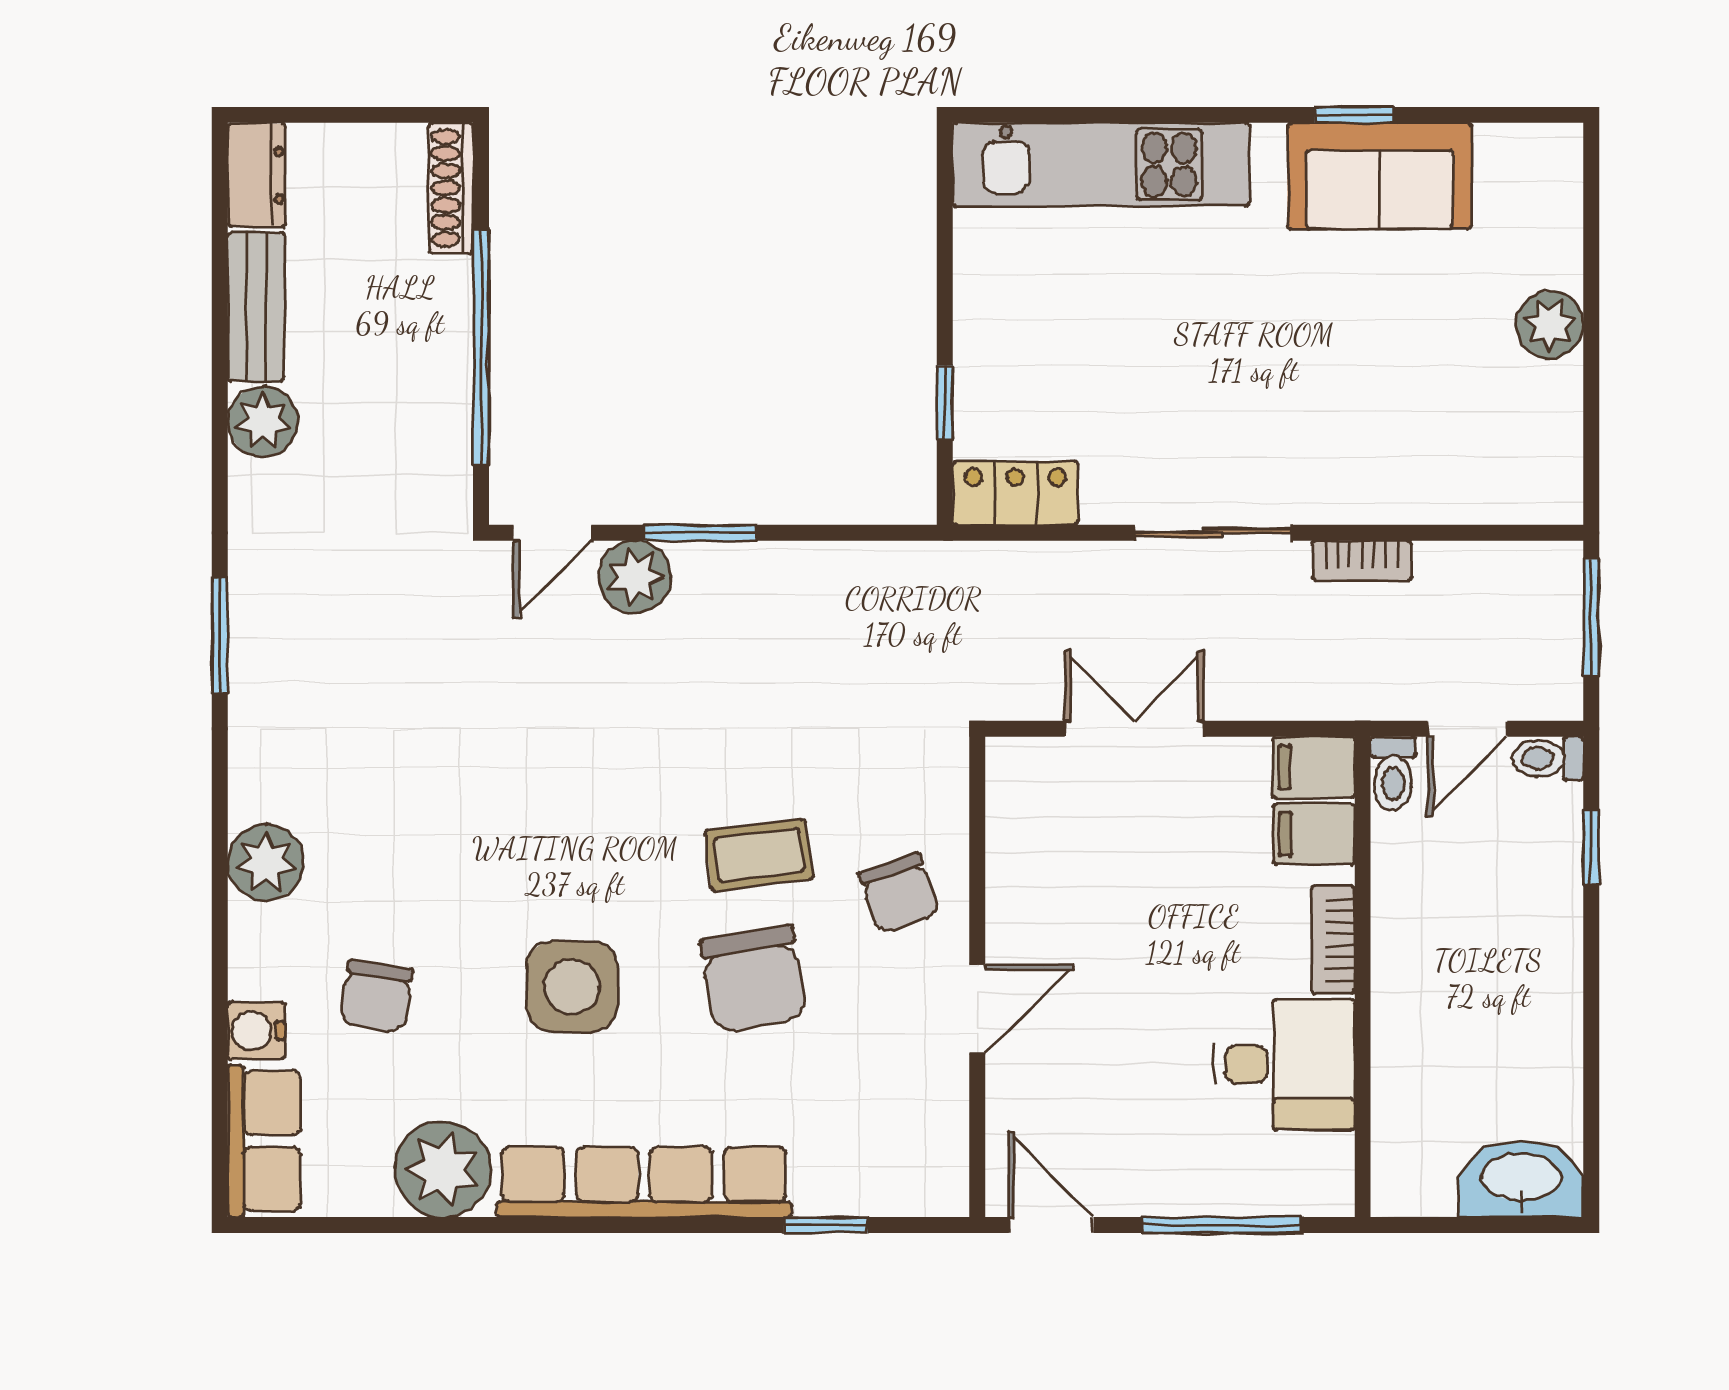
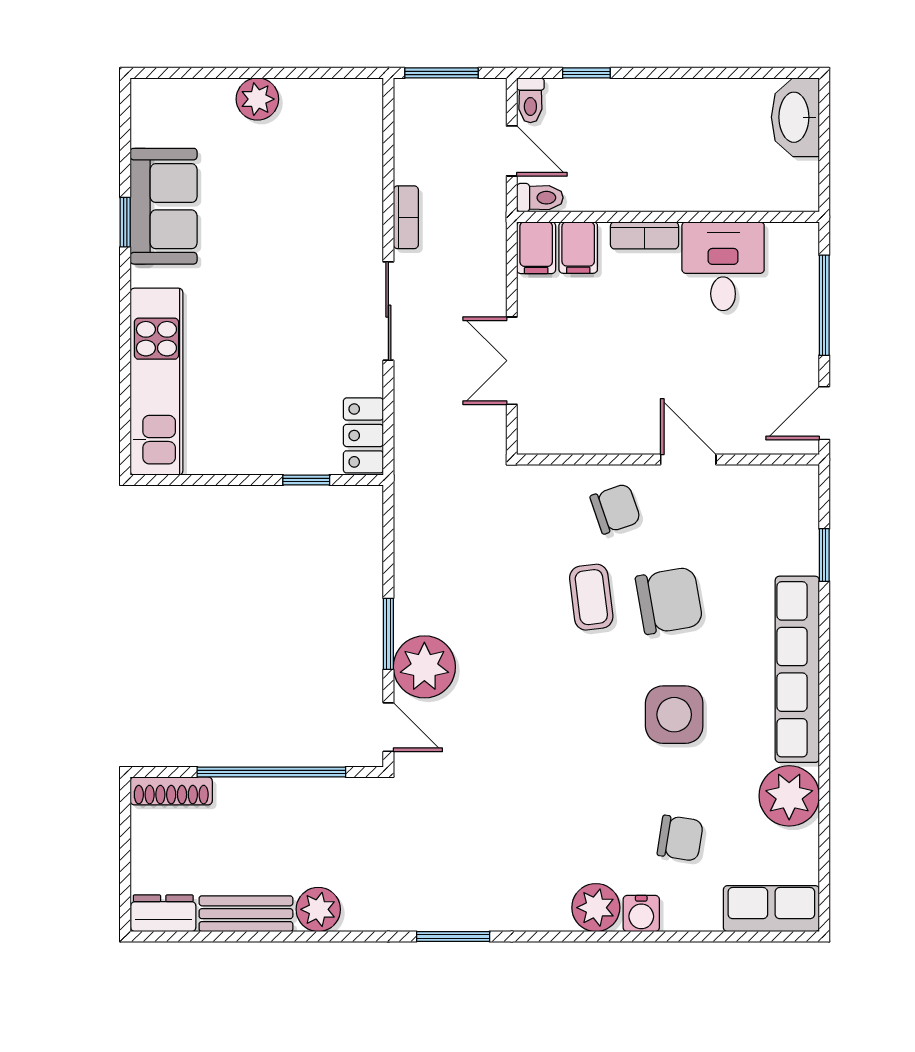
plant: (635, 577) -> (424, 667), width x1.36, depth x1.36
water cooler: (256, 1031) -> (641, 913), moved

